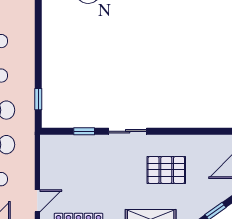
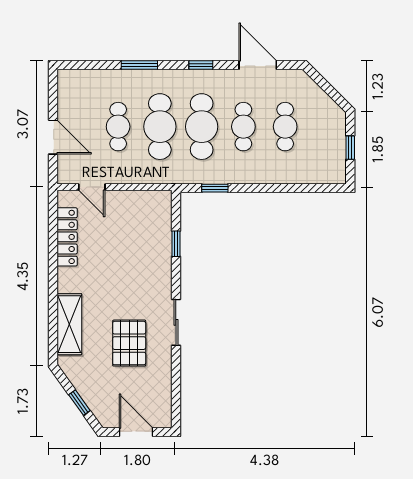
sliding door: (128, 131) -> (176, 322), moved

